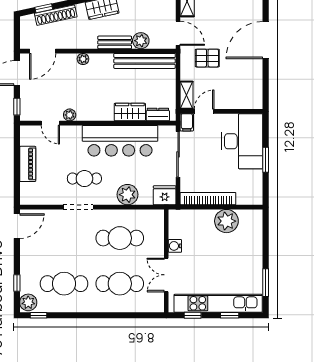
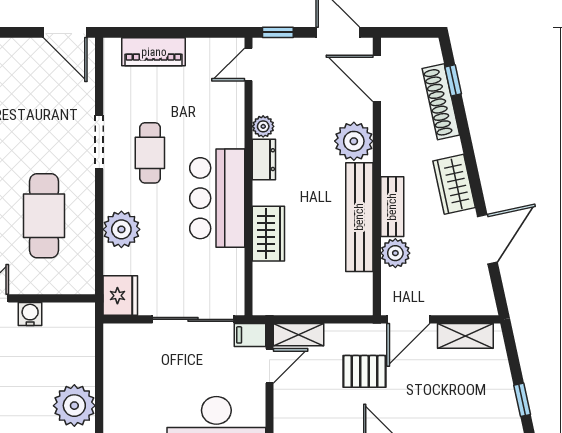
pallet: (207, 58) -> (364, 371), turned 90
plant: (83, 59) -> (354, 141), width x1.88, depth x1.88
bench: (145, 61) -> (359, 217), moved
door: (204, 111) -> (269, 366), hinge flipped
dresser: (158, 115) -> (264, 160), moved
door: (50, 123) -> (248, 65), moved
bar counter: (120, 141) -> (217, 198), width x0.73
piano: (28, 164) -> (154, 52), moved
bookcase: (208, 199) -> (114, 373), removed

